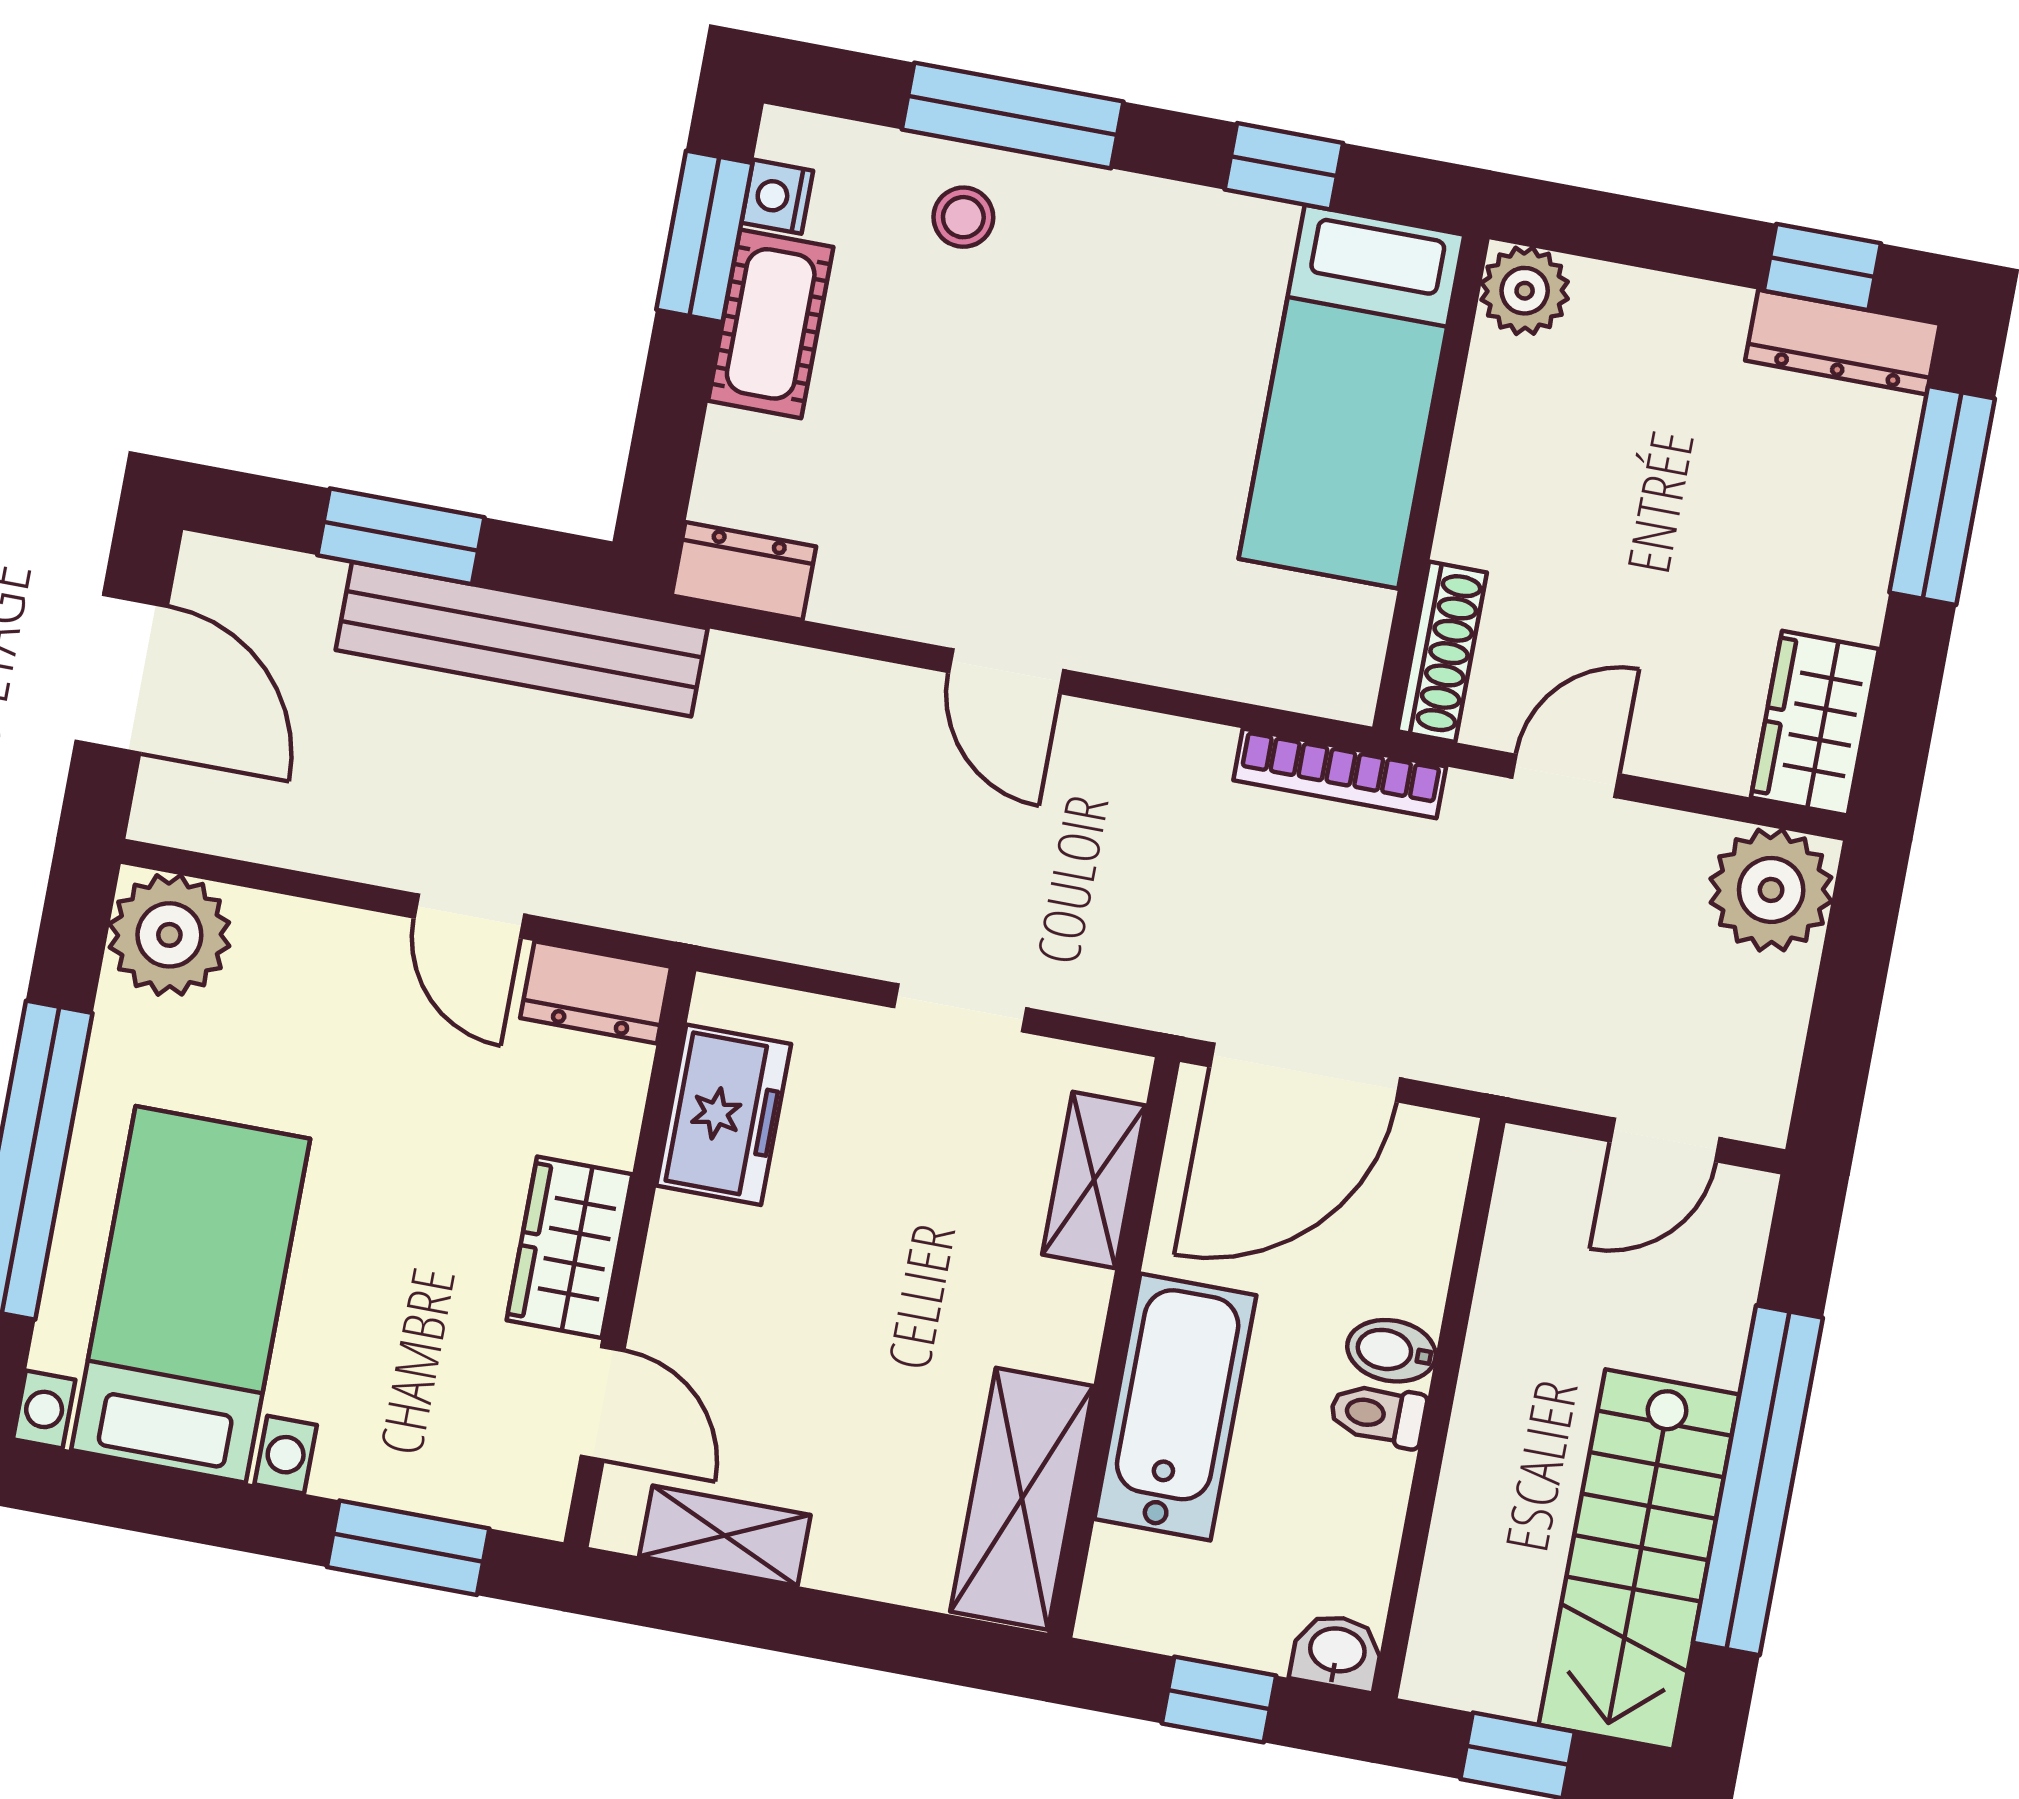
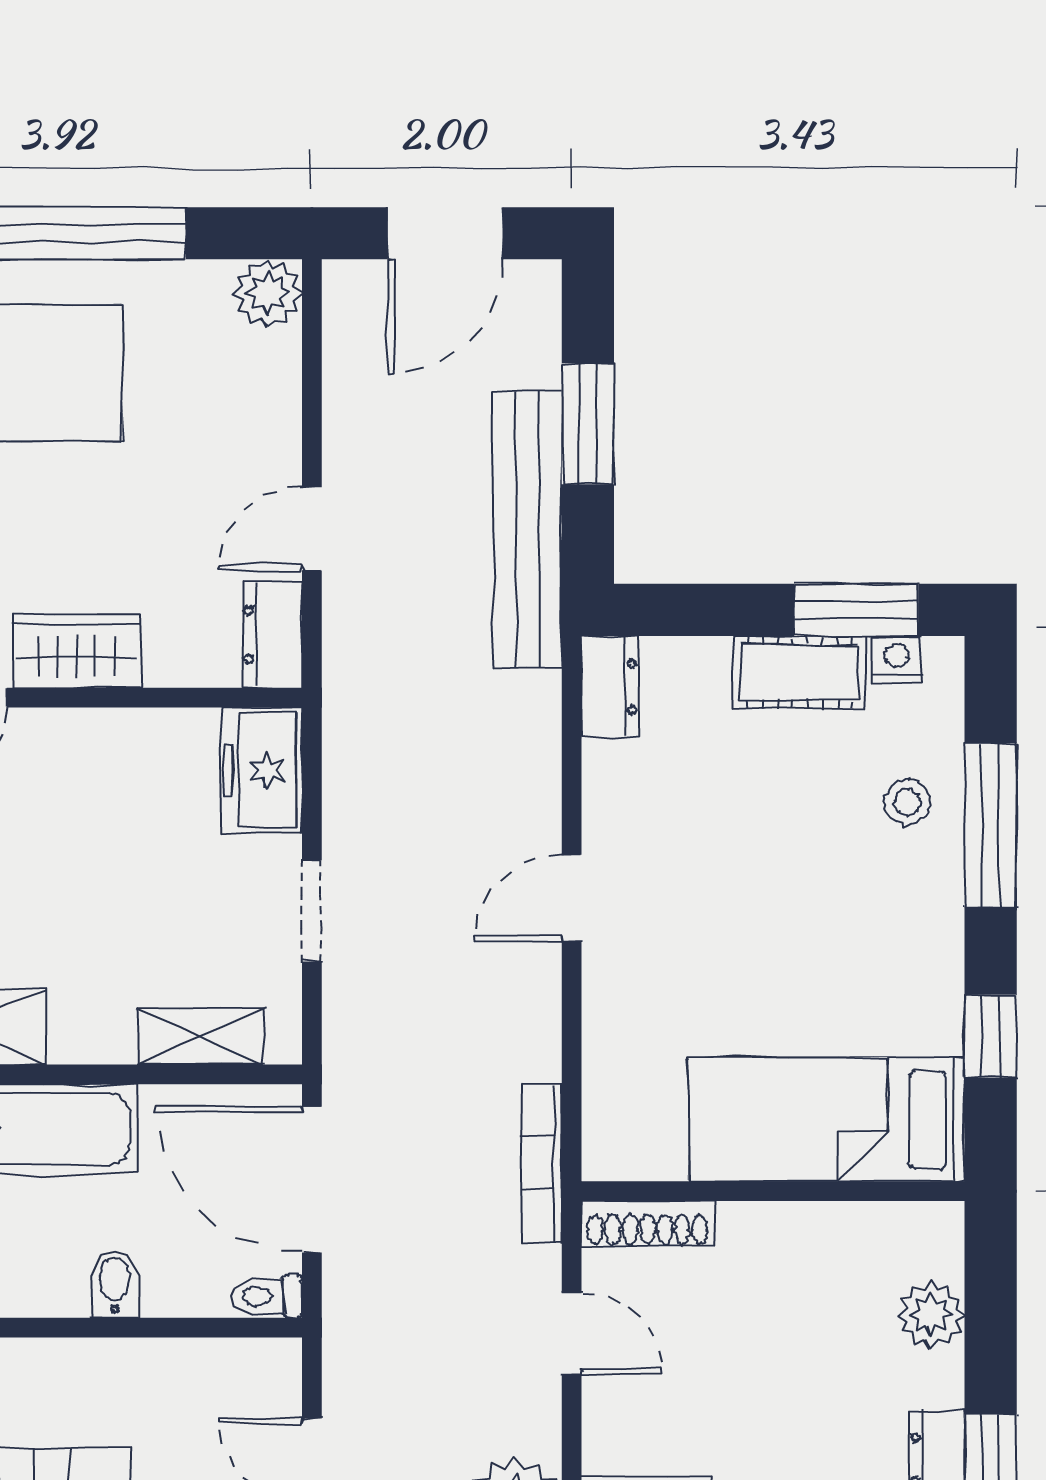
plant: (1525, 291) -> (931, 1315), moved
plant: (169, 935) -> (268, 293), width x0.73, depth x0.73
freezer: (724, 1115) -> (261, 770), moved, turned 90
toilet: (1378, 1415) -> (267, 1296), moved, turned -90

